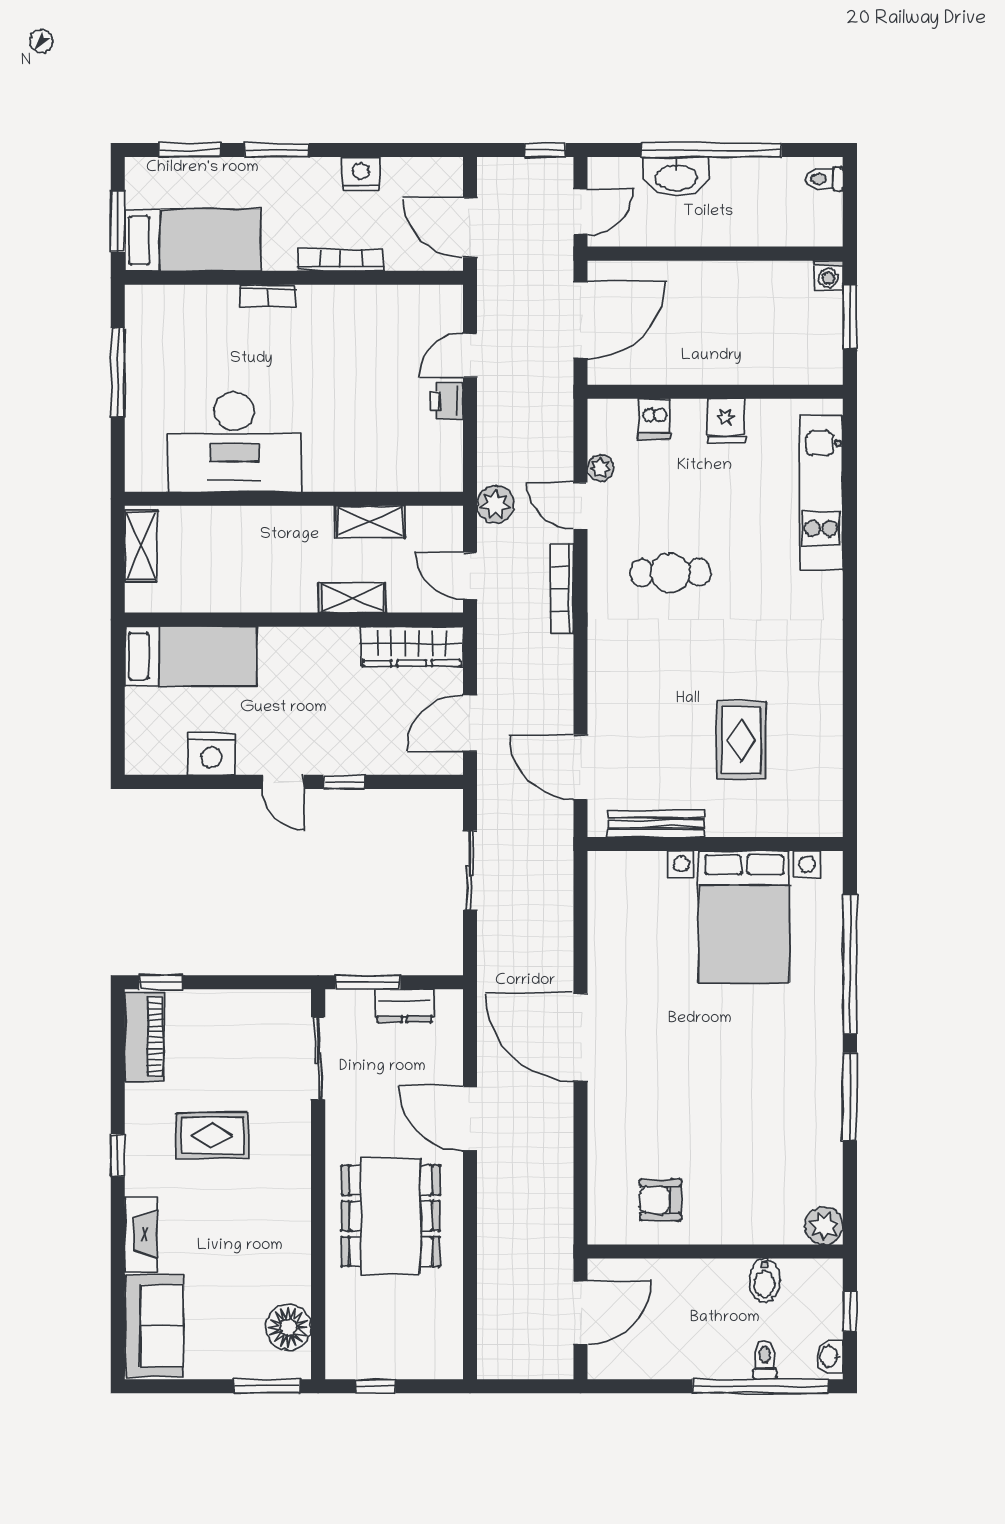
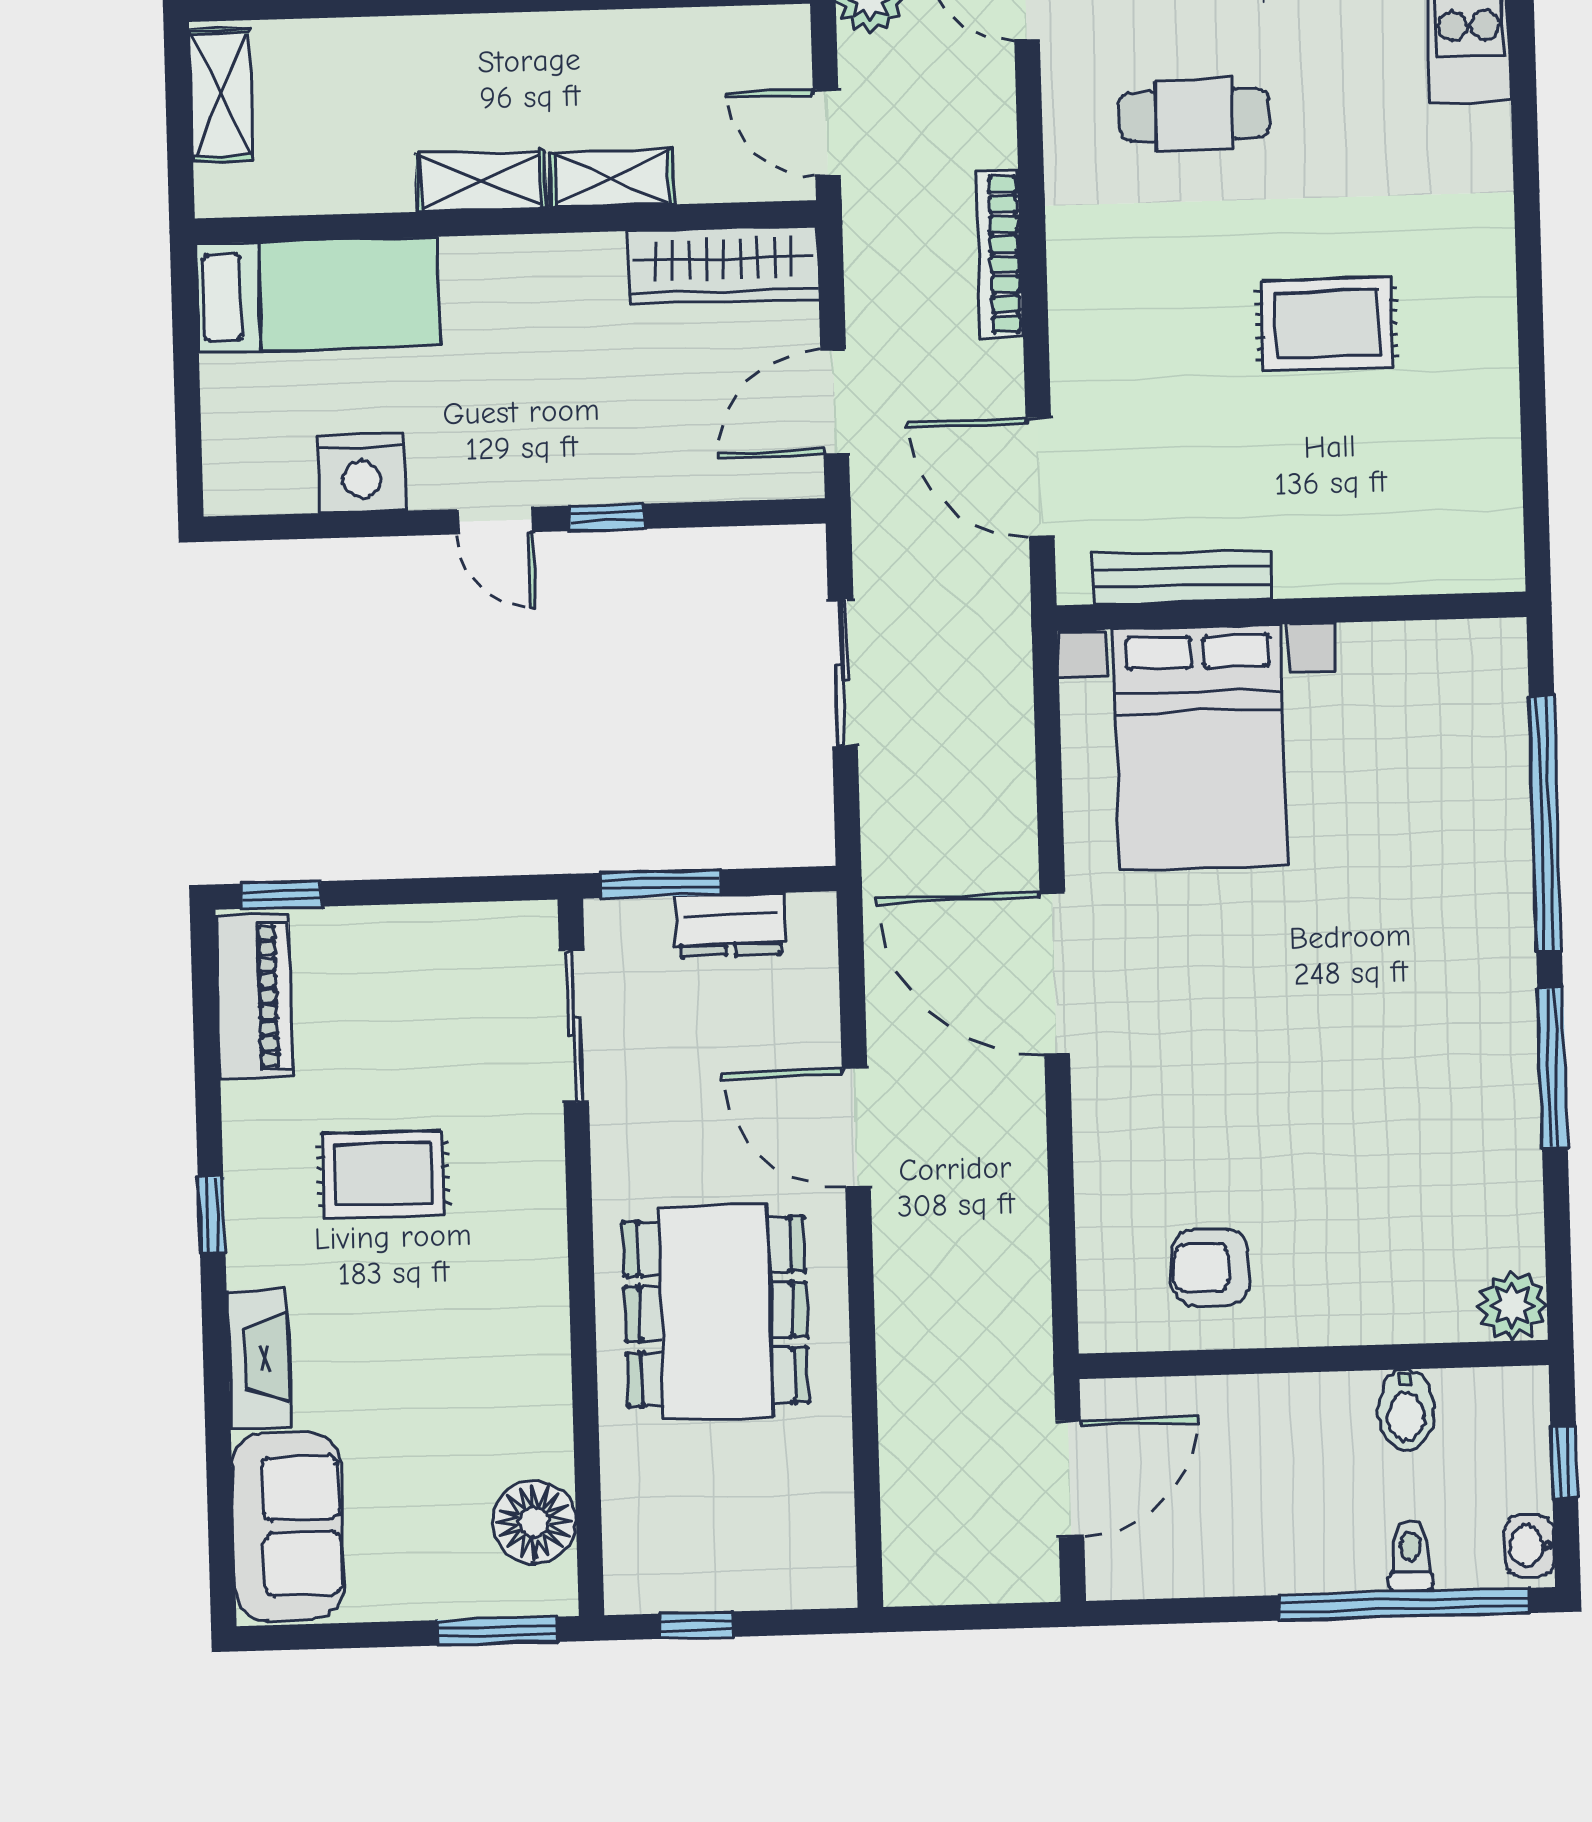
shelving: (370, 521) -> (481, 181), moved
bookcase: (562, 589) -> (999, 254), moved
rug: (741, 740) -> (1327, 324), moved, turned 90
bed with nightstands: (744, 917) -> (1200, 748), moved

